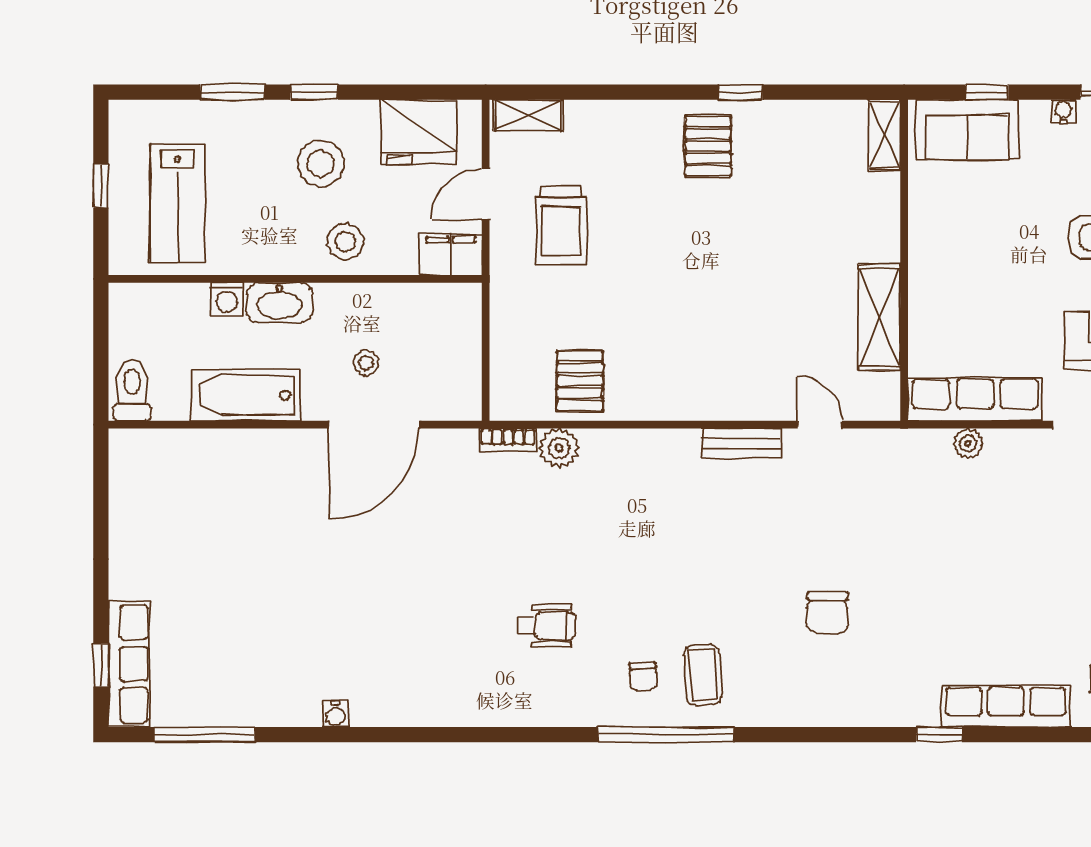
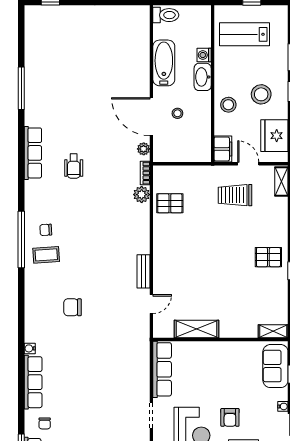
plant: (968, 443) -> (144, 149), moved
wheelchair: (547, 626) -> (74, 166), moved
row of seats: (129, 664) -> (33, 153), moved, turned -90
water cooler: (336, 714) -> (30, 348), moved
window: (204, 735) -> (21, 88), moved
window: (939, 735) -> (21, 354), removed

